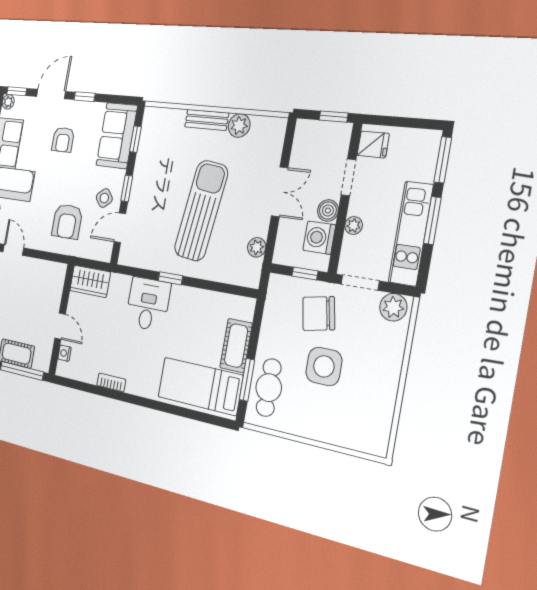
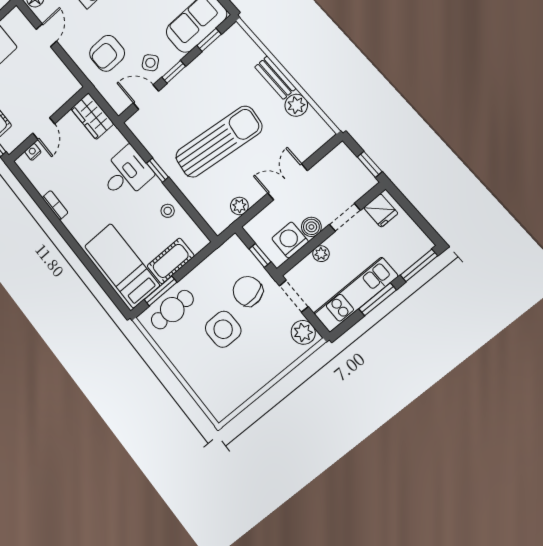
double door: (280, 192) -> (288, 182), swing flipped
stool: (203, 305) -> (168, 211), added

